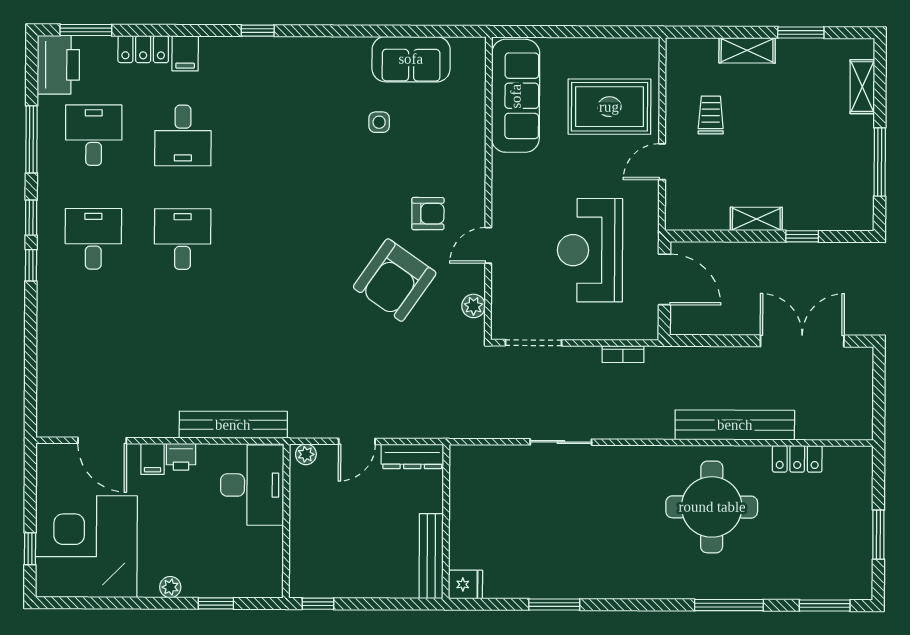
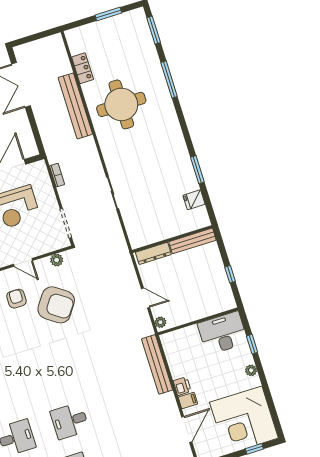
dresser: (412, 456) -> (153, 253), moved, turned 90
desk: (252, 485) -> (223, 333), moved
fridge: (466, 584) -> (194, 200), moved, turned -90
window: (318, 604) -> (230, 274), moved

